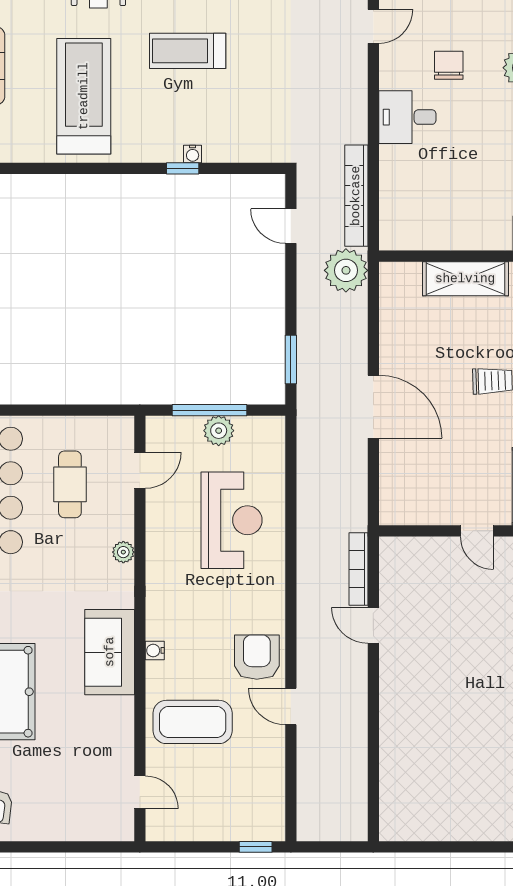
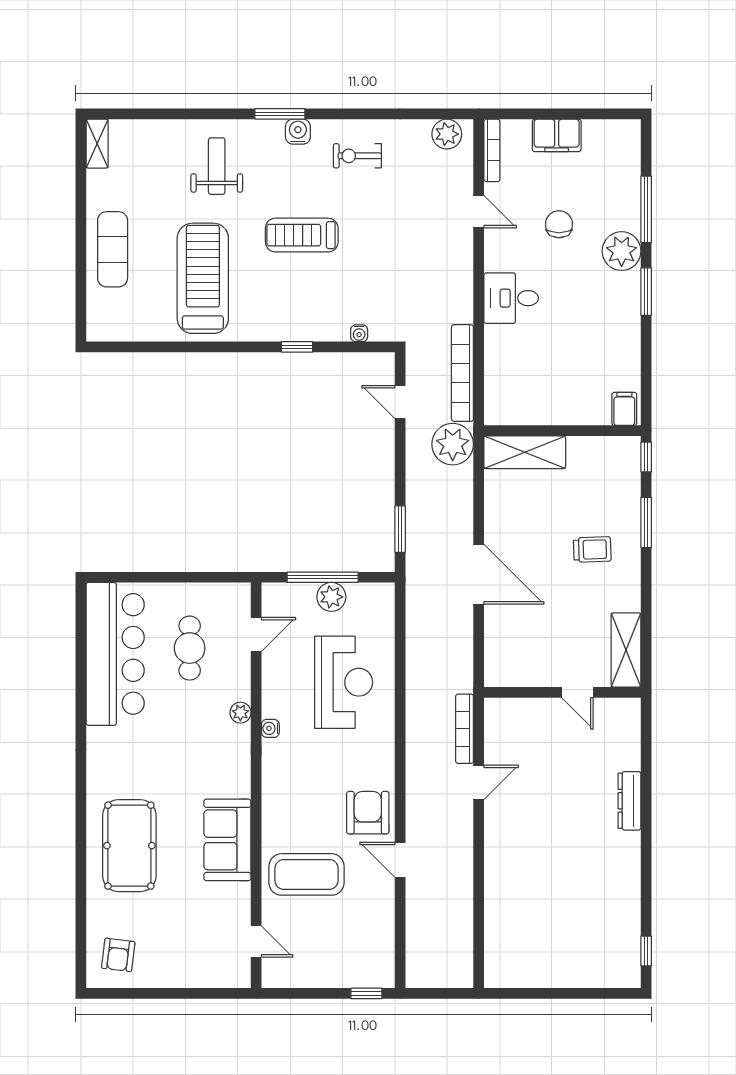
door: (373, 26) -> (479, 212), hinge flipped
chair: (449, 65) -> (559, 224), moved
water cooler: (193, 154) -> (359, 333), moved
shelving: (465, 279) -> (525, 452), moved
door: (373, 625) -> (479, 782), swing flipped
water cooler: (155, 650) -> (270, 728), moved
sofa: (110, 652) -> (227, 840), moved

